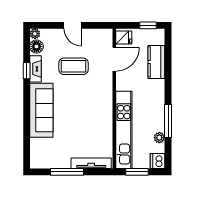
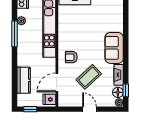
coffee table: (74, 66) -> (89, 77), turned -43
window: (27, 71) -> (126, 90), moved
armchair: (96, 91) -> (71, 57), added
sofa: (41, 110) -> (114, 48), width x0.73

